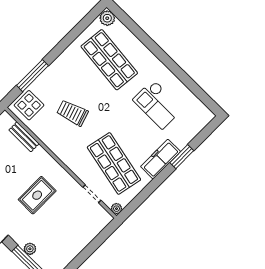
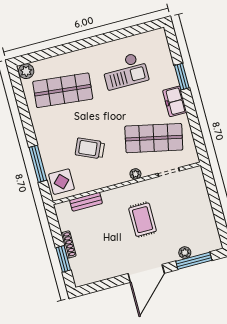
trolley: (72, 113) -> (90, 148), turned 42
freezer: (161, 159) -> (175, 101), width x0.71
plant: (116, 209) -> (135, 174), moved

